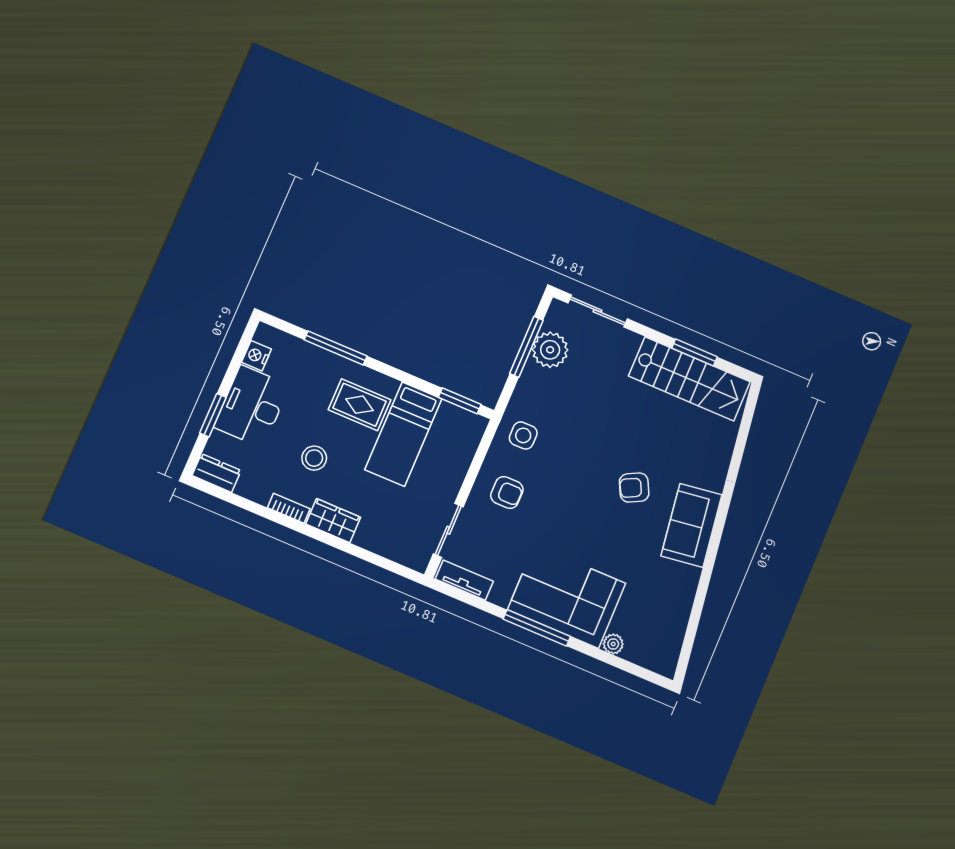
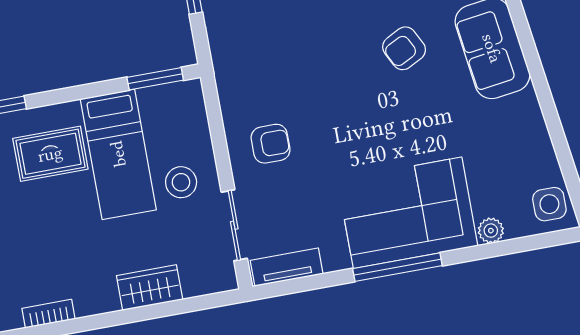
side table: (523, 435) -> (549, 204), moved
stool: (314, 458) -> (181, 182), moved
wardrobe: (333, 521) -> (150, 288), moved

